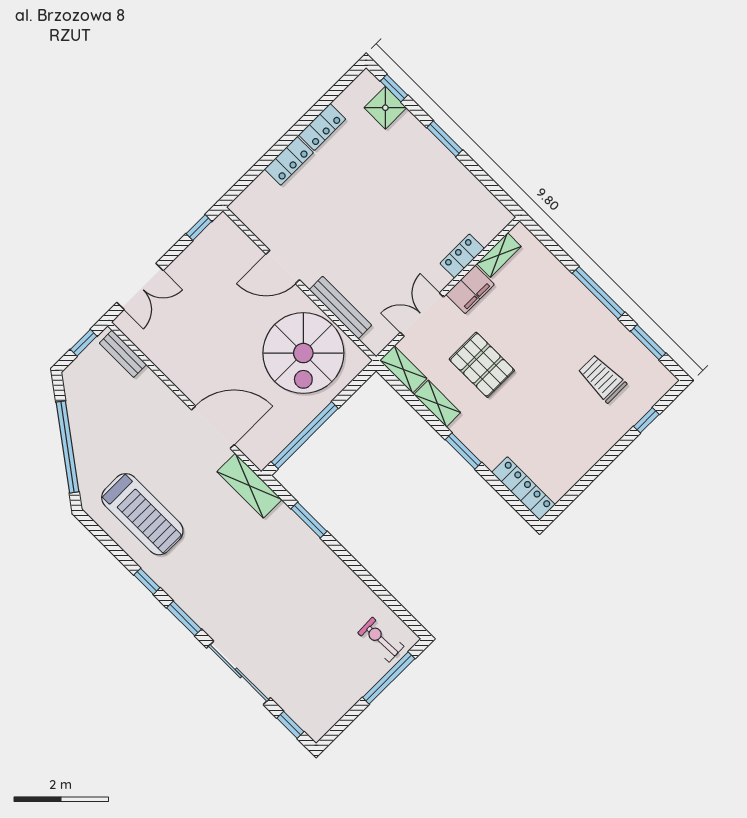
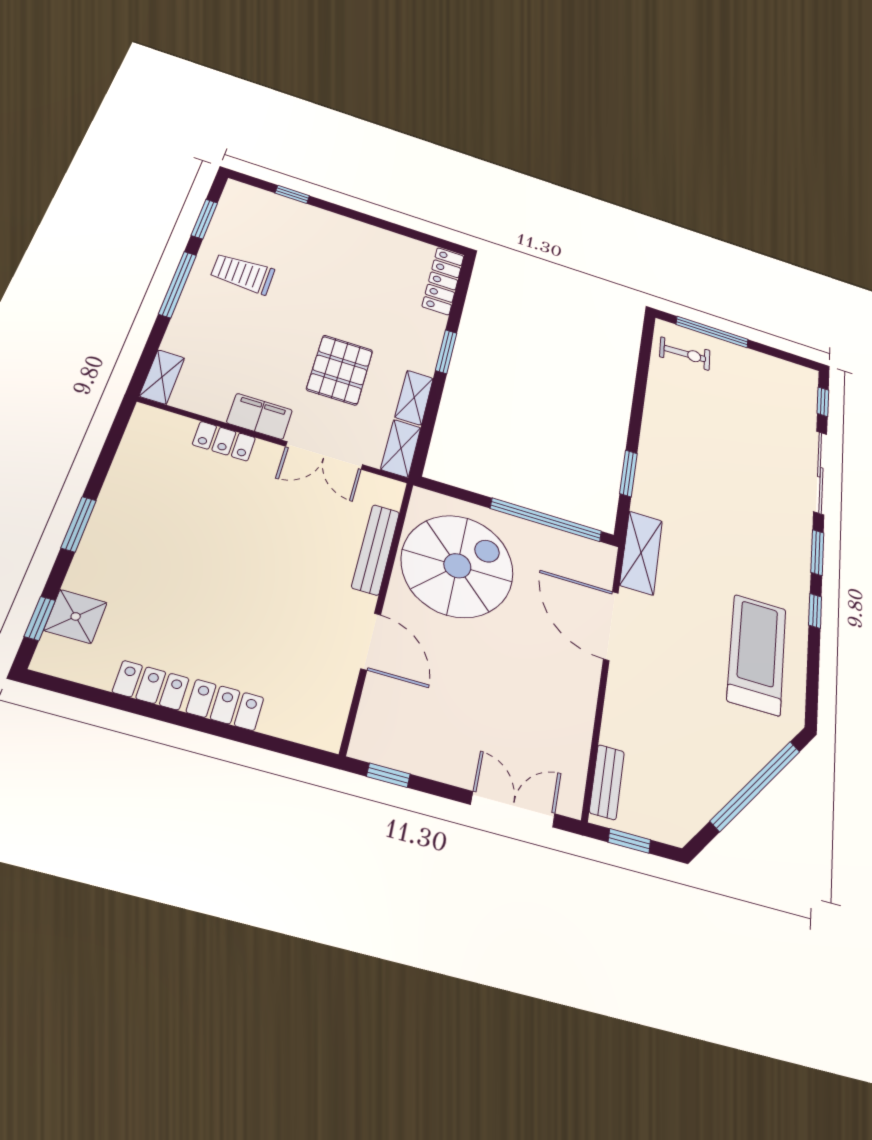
shelving: (499, 255) -> (162, 377), moved, turned 90
trolley: (602, 379) -> (243, 274), moved, turned 90
exercise bike: (381, 640) -> (685, 354), turned -91

